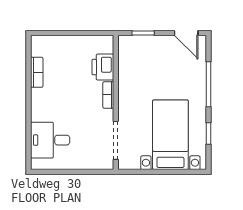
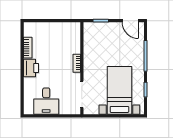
printer: (103, 67) -> (31, 68), moved, turned 180
desk: (50, 140) -> (46, 101), moved, turned -90

